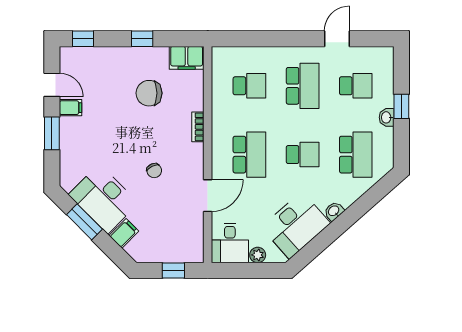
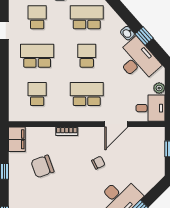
chair: (149, 93) -> (42, 166), turned 70
door: (208, 196) -> (116, 124), swing flipped
filing cabinet: (124, 233) -> (144, 184), removed
window: (330, 234) -> (144, 36), added

